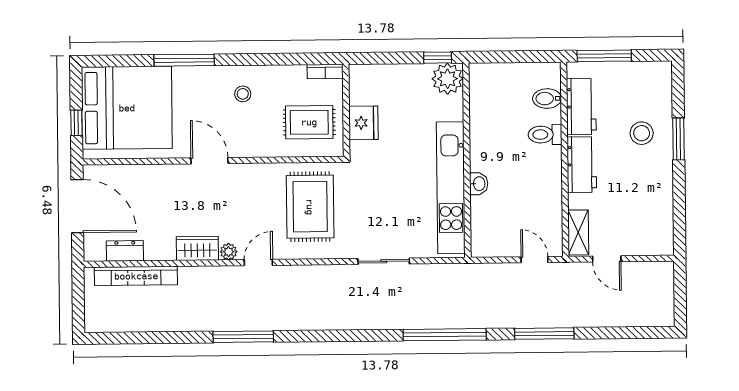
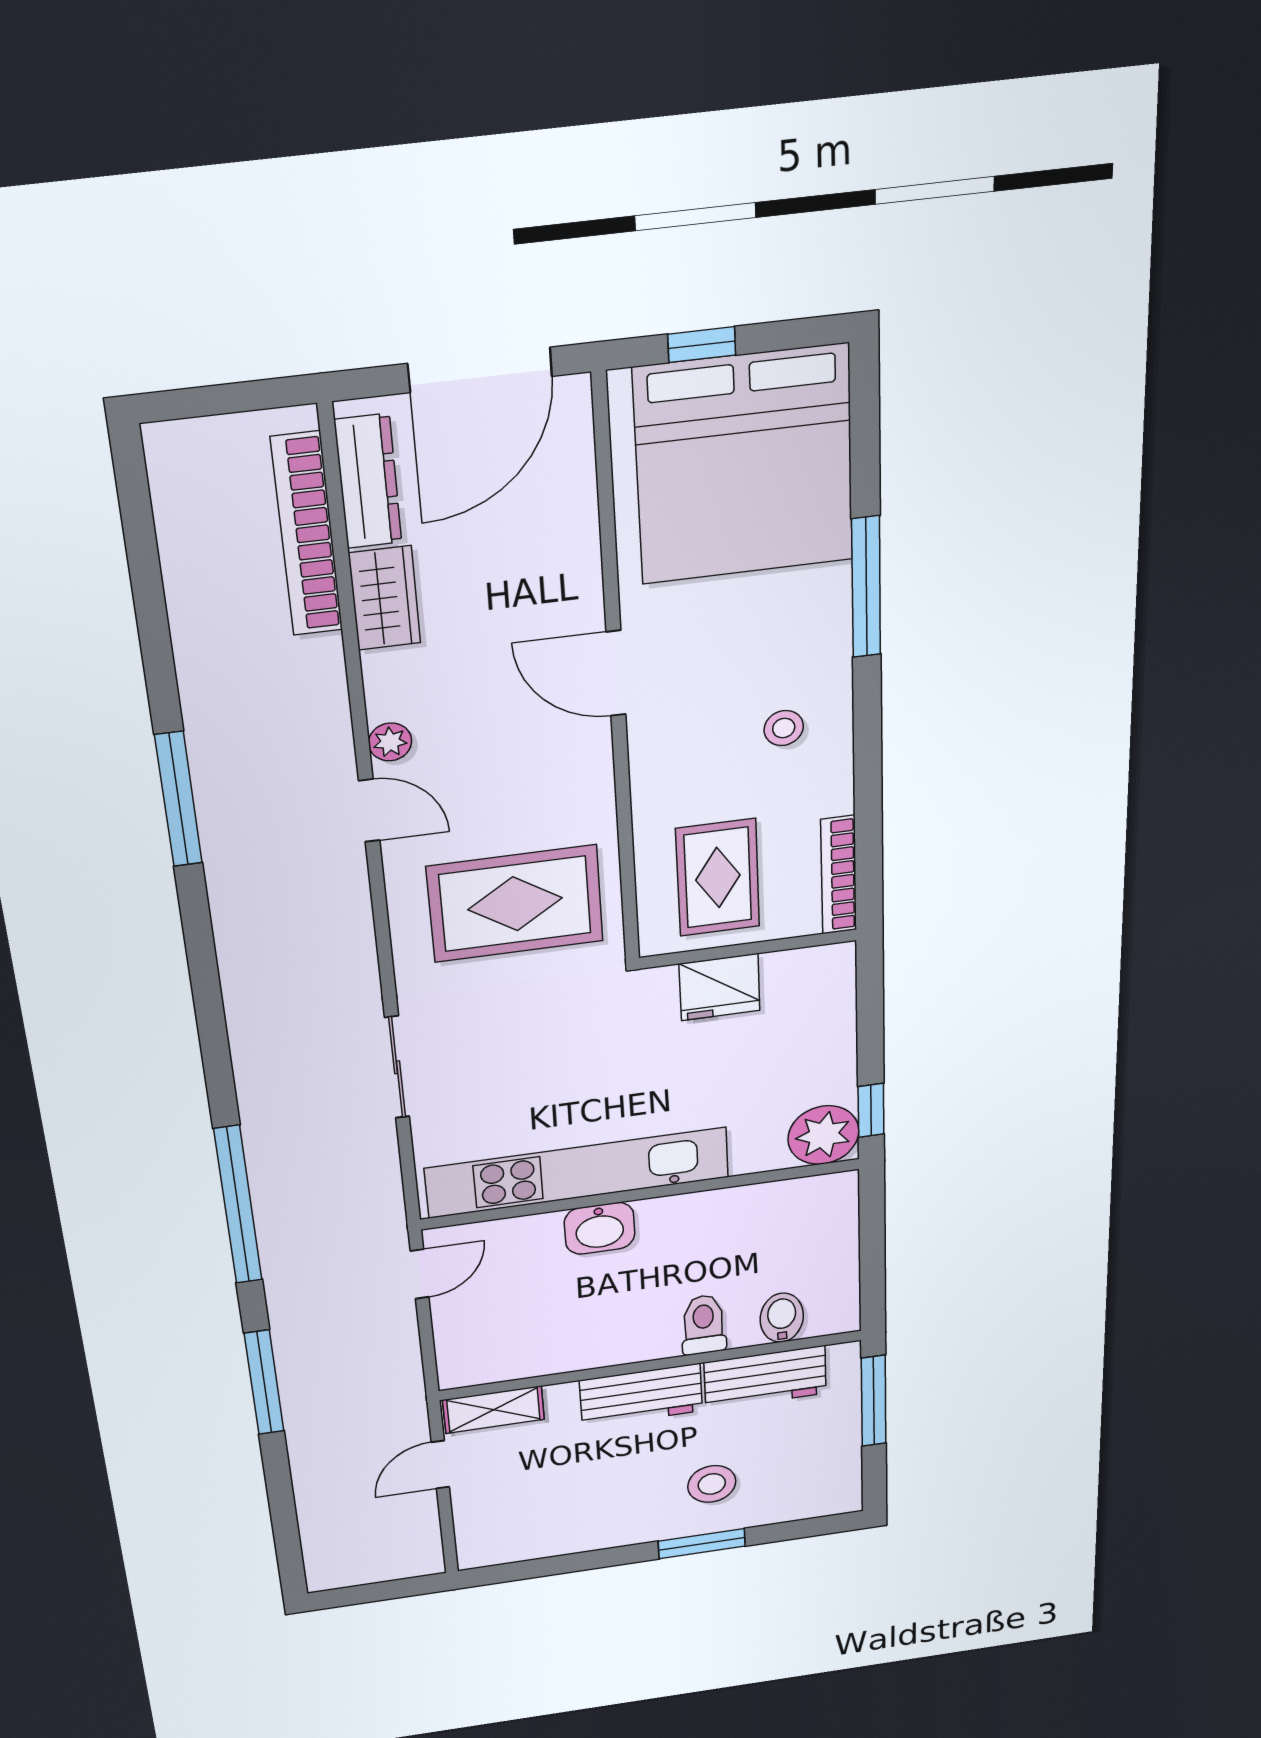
bookcase: (325, 71) -> (839, 875), width x1.56
door: (210, 161) -> (616, 673), swing flipped
washbasin: (479, 184) -> (600, 1228), width x1.38, depth x1.45
wardrobe: (197, 248) -> (385, 598), moved
dresser: (125, 251) -> (368, 481), width x1.44
door: (535, 260) -> (420, 1274), moved

